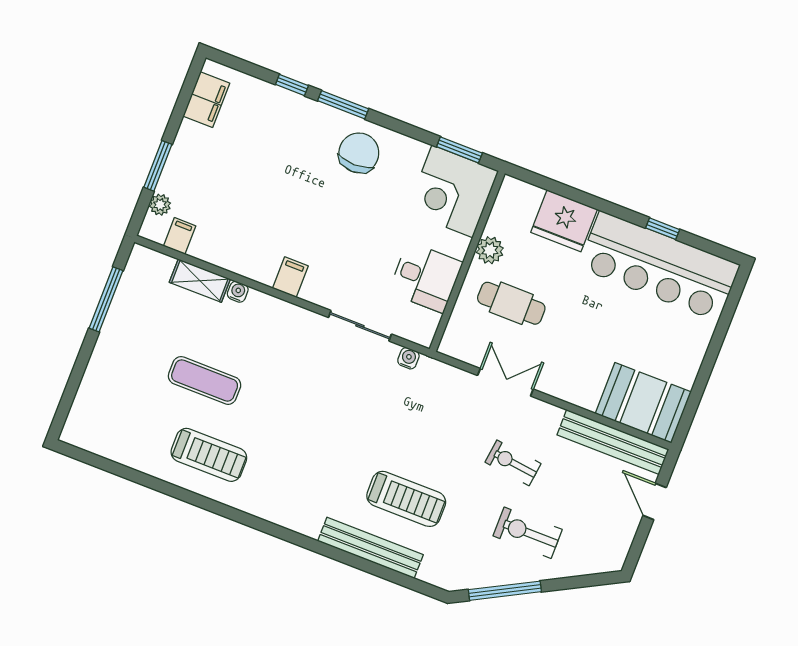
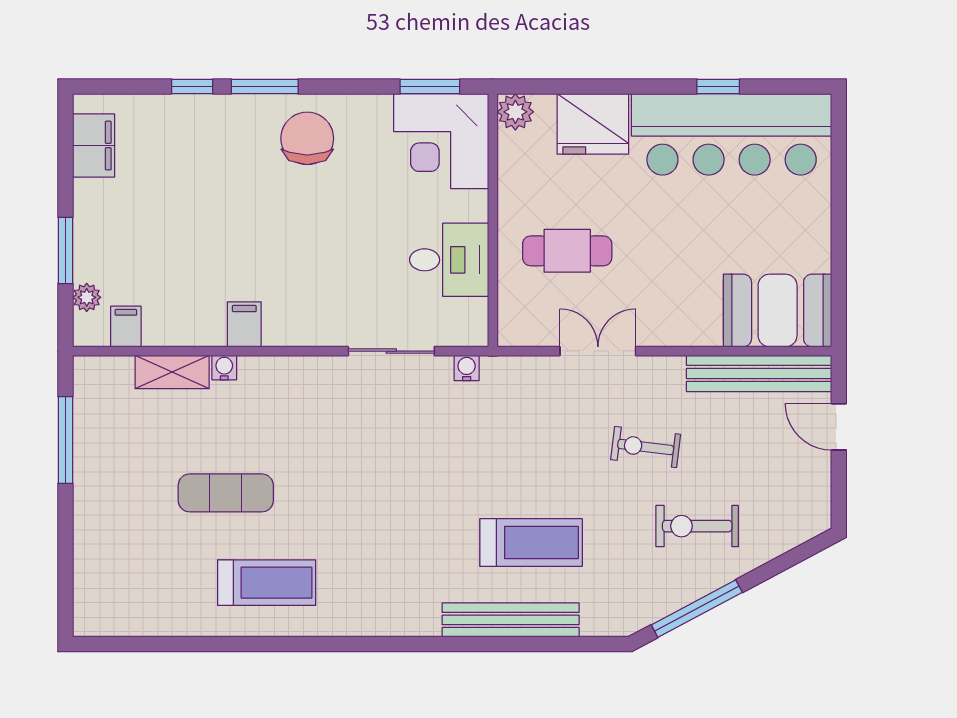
plant: (490, 250) -> (515, 112), moved
filing cabinet: (290, 277) -> (244, 324), moved

